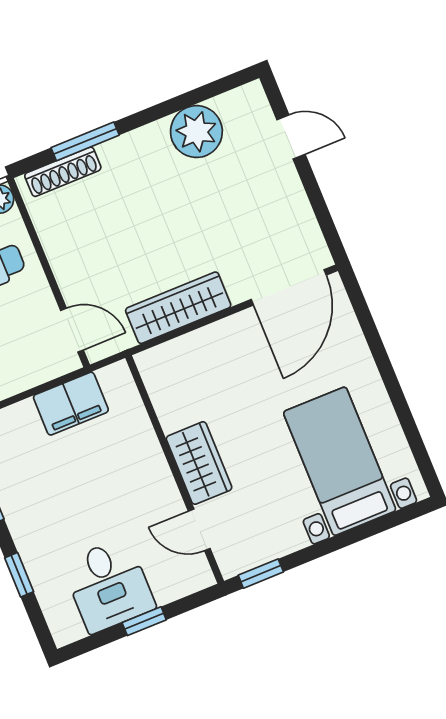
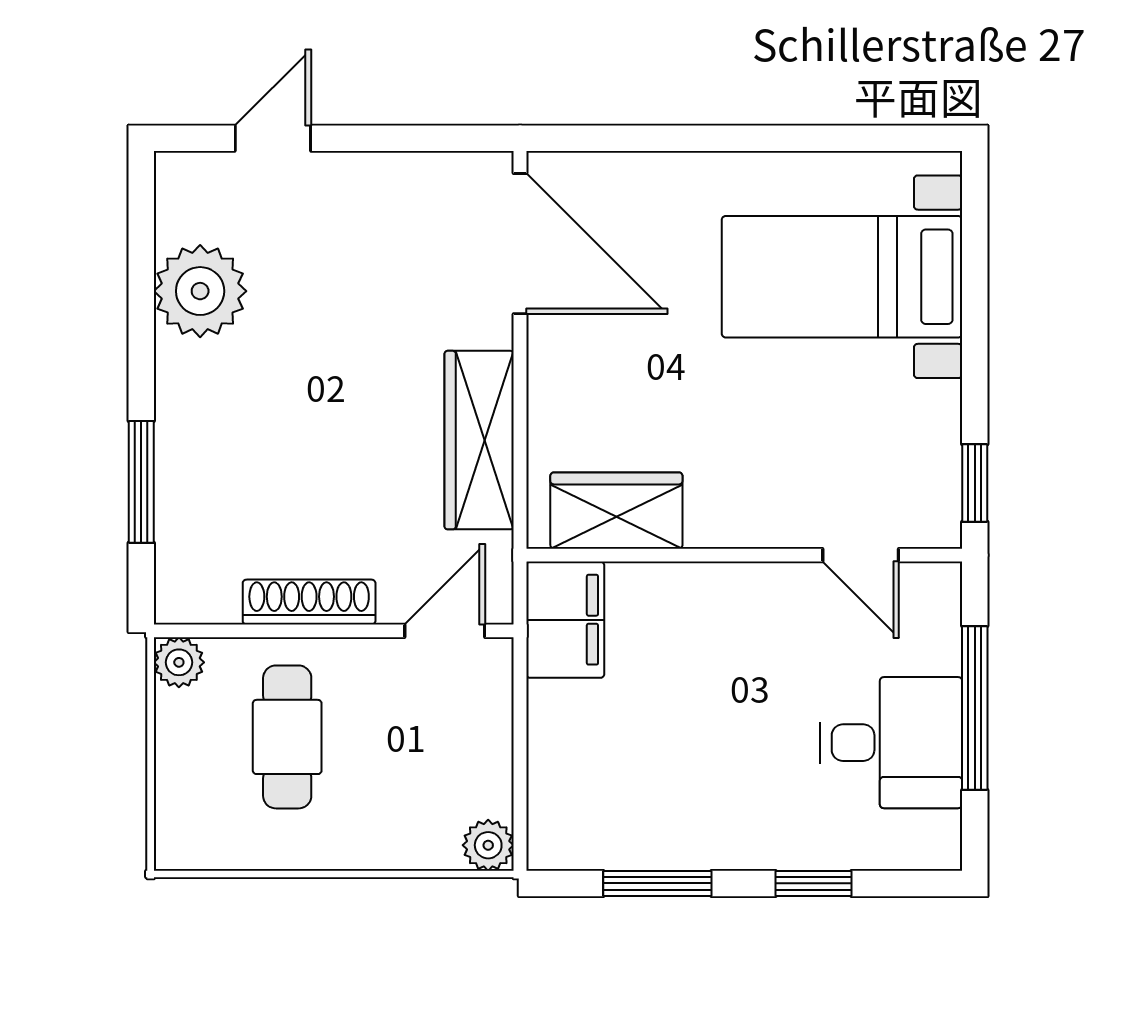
shoe rack: (63, 172) -> (309, 602), moved, turned -90
filing cabinet: (71, 404) -> (565, 620), moved
wardrobe: (199, 463) -> (616, 511), moved
door: (199, 530) -> (861, 555), hinge flipped
window: (144, 621) -> (975, 708), width x2.17

